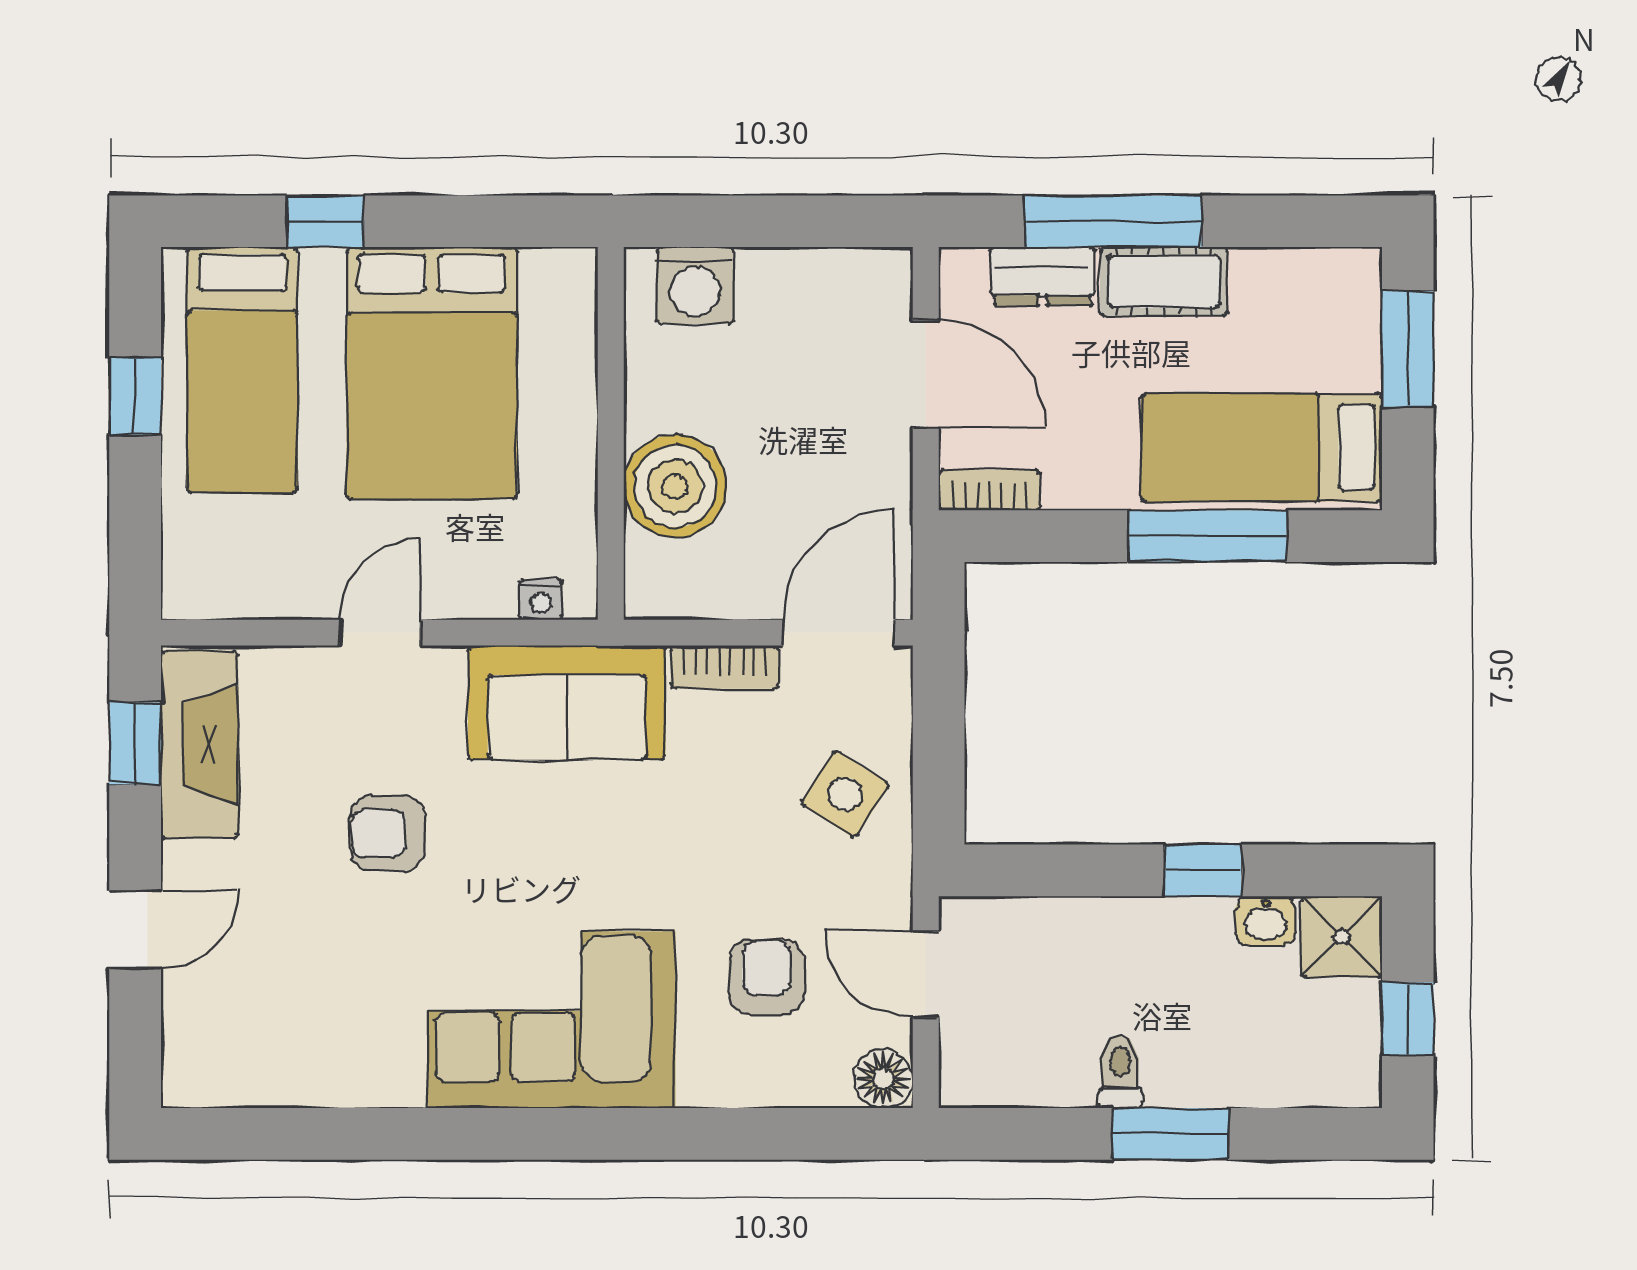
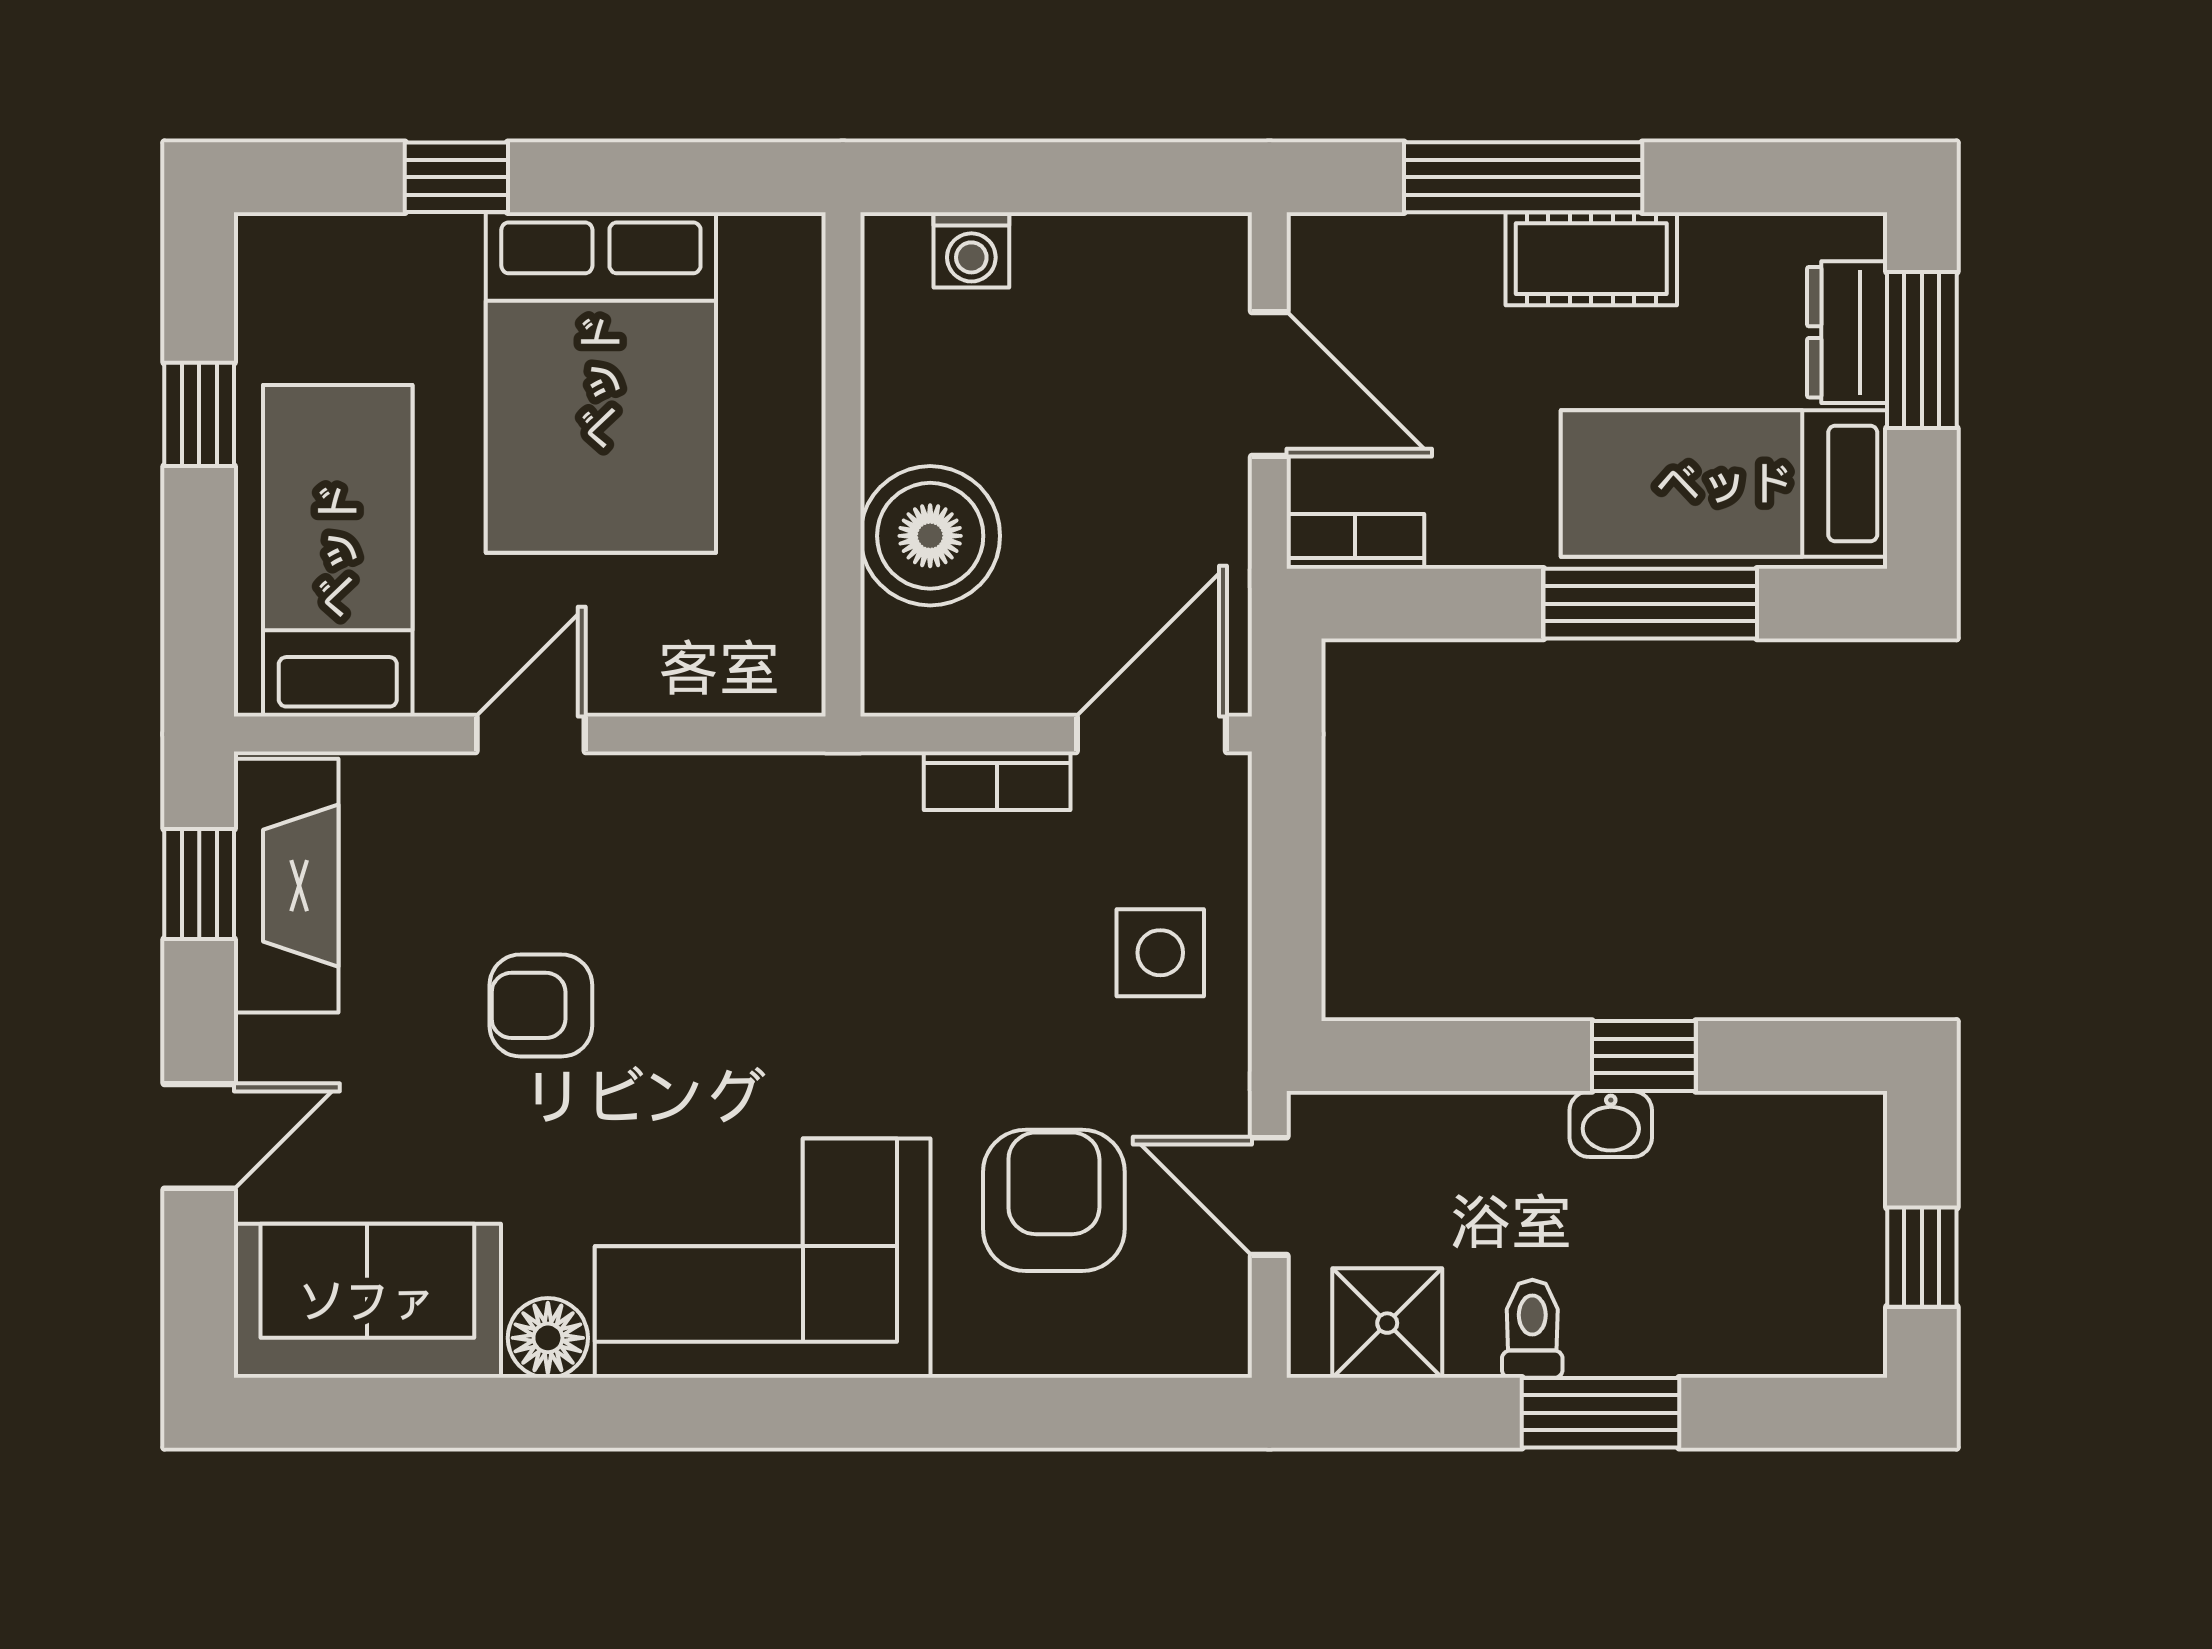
dresser: (1043, 276) -> (1847, 332), moved, turned 90
washing machine: (695, 285) -> (971, 250), width x0.73, depth x0.73
bed: (242, 369) -> (338, 551), moved, turned 180
nightstand: (541, 599) -> (748, 689), removed
sofa: (567, 703) -> (367, 1301), moved, turned 180
side table: (845, 794) -> (1160, 953), turned -33
washbasin: (1266, 921) -> (1611, 1124), moved
shower: (1342, 937) -> (1387, 1323), moved
armchair: (767, 977) -> (1054, 1200), width x1.38, depth x1.38
floor lamp: (883, 1079) -> (548, 1338), moved

